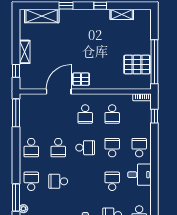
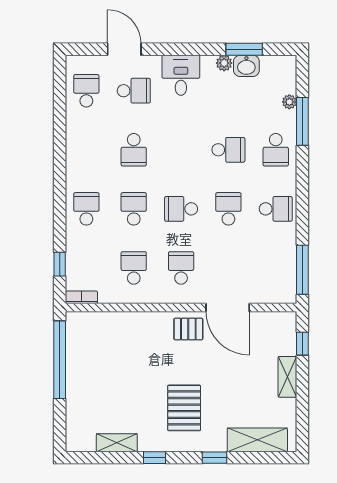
pallet: (137, 65) -> (184, 408), moved, turned 90
door: (59, 91) -> (228, 307), hinge flipped
school desk: (31, 148) -> (276, 209), turned 90
school desk: (112, 148) -> (134, 209), turned 180
school desk: (139, 148) -> (86, 209), turned 180
desk: (139, 175) -> (86, 161), removed

